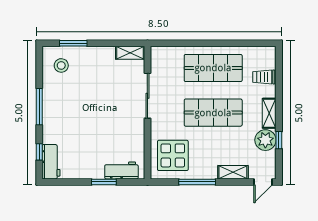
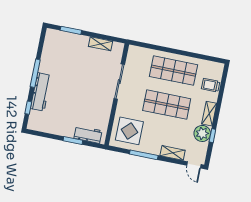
shelving: (130, 53) -> (100, 44), moved
stool: (61, 65) -> (58, 45), removed
workbench: (51, 162) -> (41, 92), moved, width x1.38
door: (263, 182) -> (194, 165), hinge flipped

